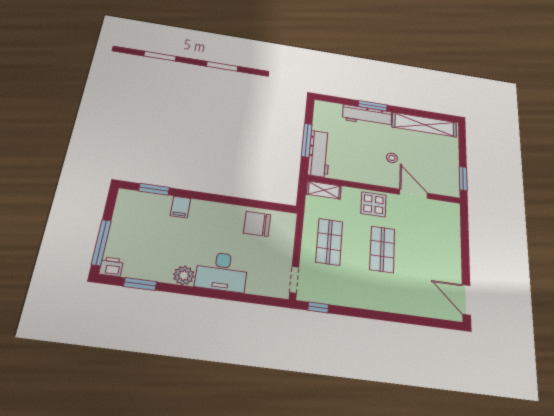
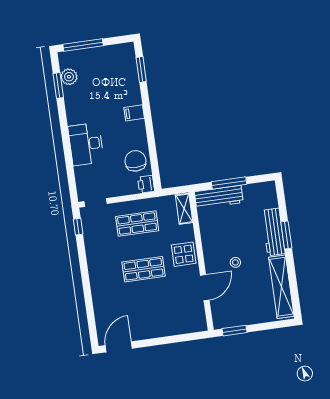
filing cabinet: (180, 207) -> (134, 113), moved
printer: (111, 267) -> (146, 184), moved, turned 180
plant: (184, 275) -> (69, 77), moved

